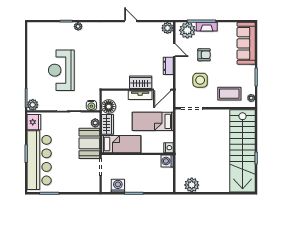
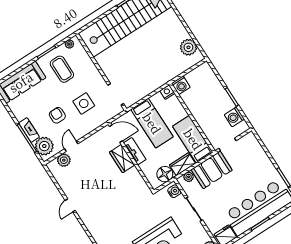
plant: (167, 28) -> (64, 160), moved
dresser: (168, 66) -> (90, 142), removed
coffee table: (229, 94) -> (62, 69), moved

